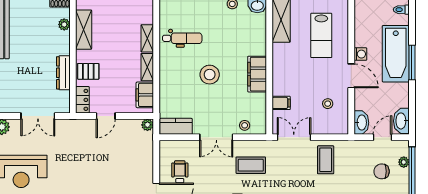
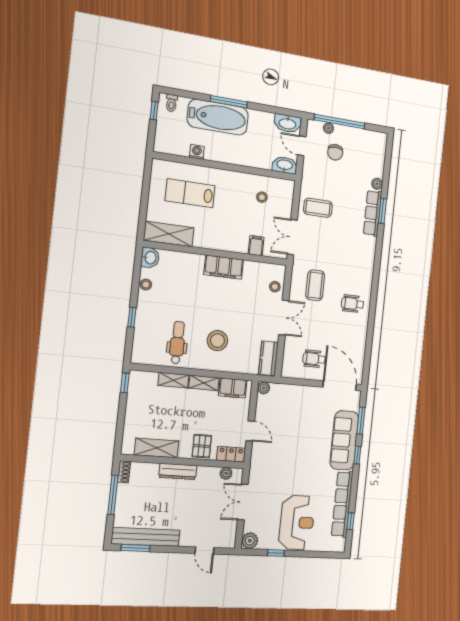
plant: (64, 24) -> (226, 473), moved
lab bench: (321, 35) -> (190, 193), turned 180
washing machine: (360, 54) -> (197, 152), moved
dresser: (63, 73) -> (178, 471), moved
stool: (210, 75) -> (217, 341), moved
door: (351, 76) -> (236, 168), removed
double door: (38, 116) -> (243, 502), swing flipped

